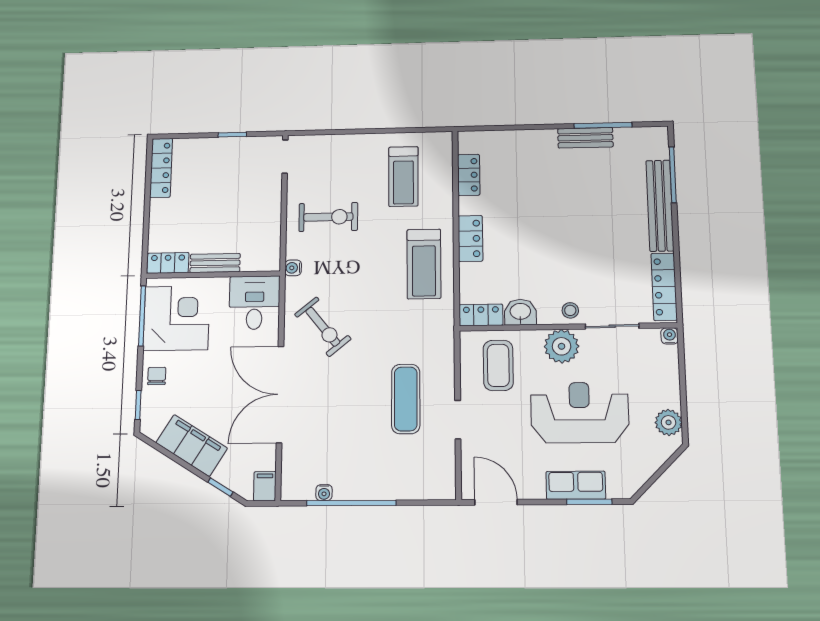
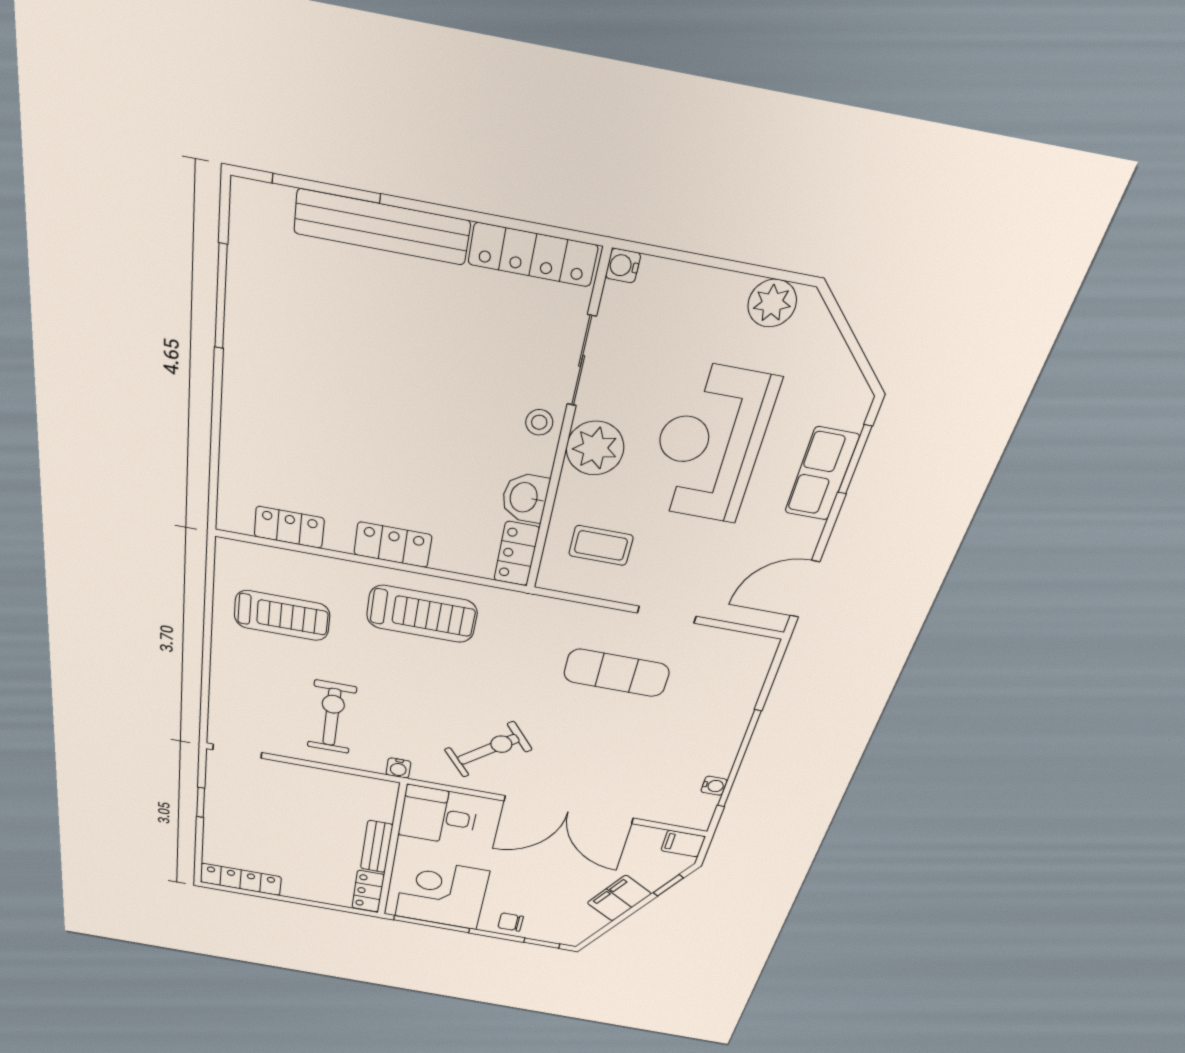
bench: (585, 138) -> (242, 333), removed
coffee table: (498, 365) -> (601, 546), width x0.73, depth x0.77
filing cabinet: (192, 445) -> (619, 898), width x0.67, depth x0.86

